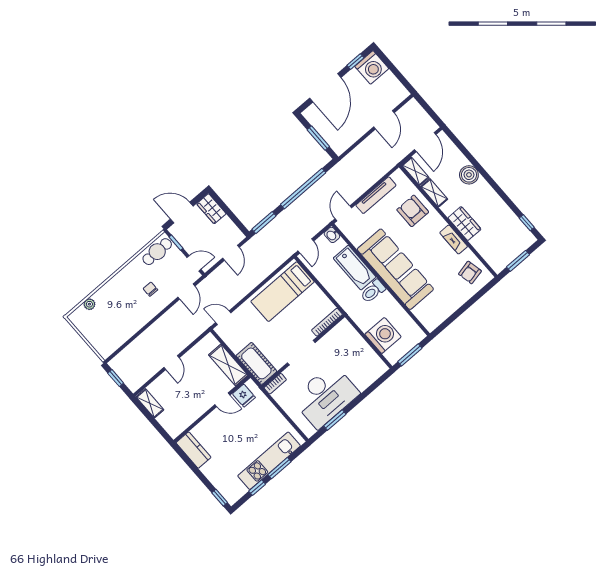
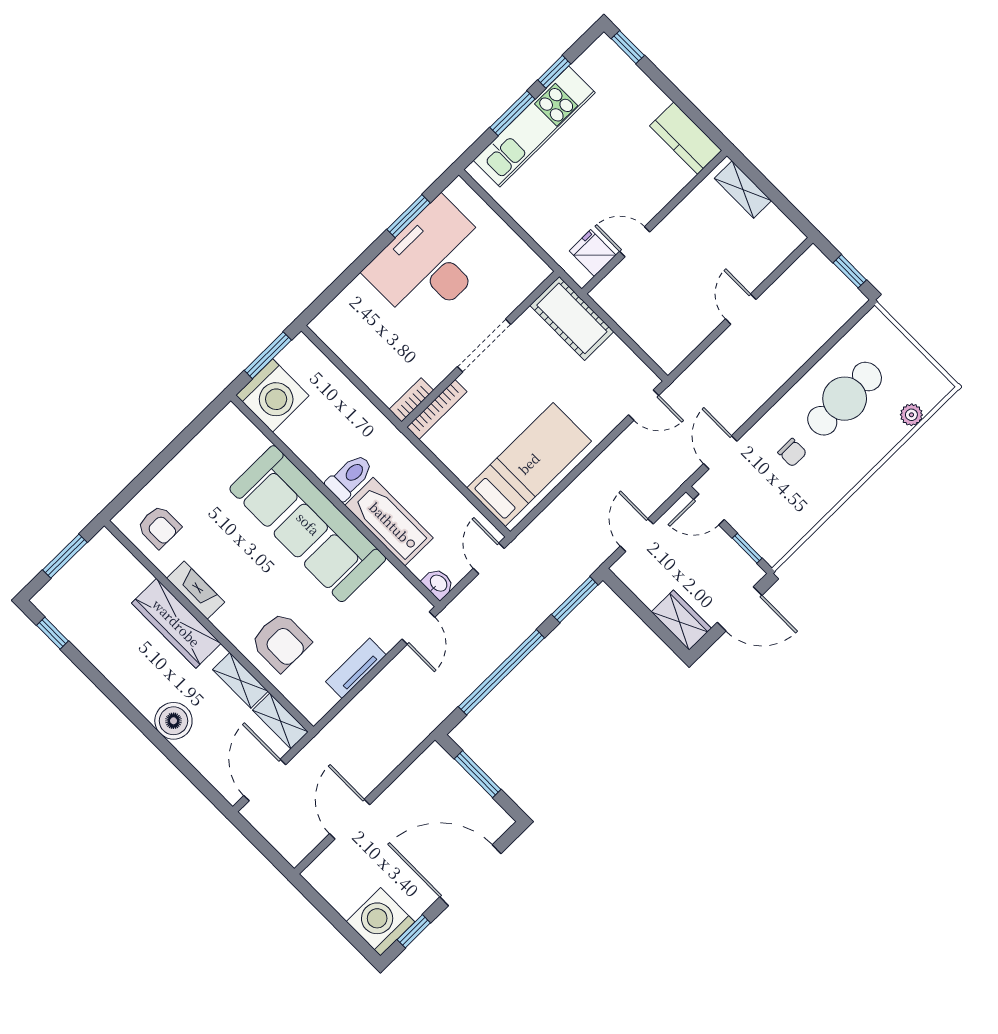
door: (325, 88) -> (470, 875), hinge flipped
tv unit: (376, 195) -> (356, 668), width x0.71
wardrobe: (464, 224) -> (176, 623), width x1.50
cafe table: (157, 252) -> (845, 399), moved, width x1.37, depth x1.35
armchair: (470, 272) -> (159, 527), turned 102
washing machine: (383, 335) -> (272, 396), moved, turned -90
shelving: (228, 365) -> (628, 312), removed
bookcase: (275, 384) -> (411, 400), moved
shelving: (150, 403) -> (743, 190), moved

